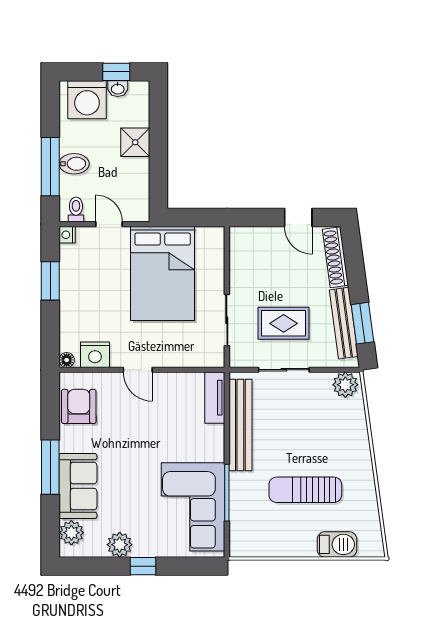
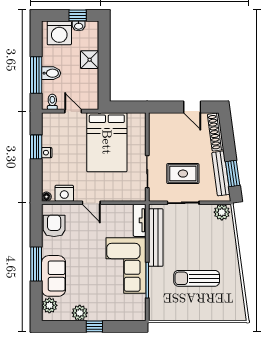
nightstand: (67, 235) -> (47, 153), moved
corner sofa: (193, 507) -> (126, 265), moved
barbecue: (337, 544) -> (217, 313), removed

